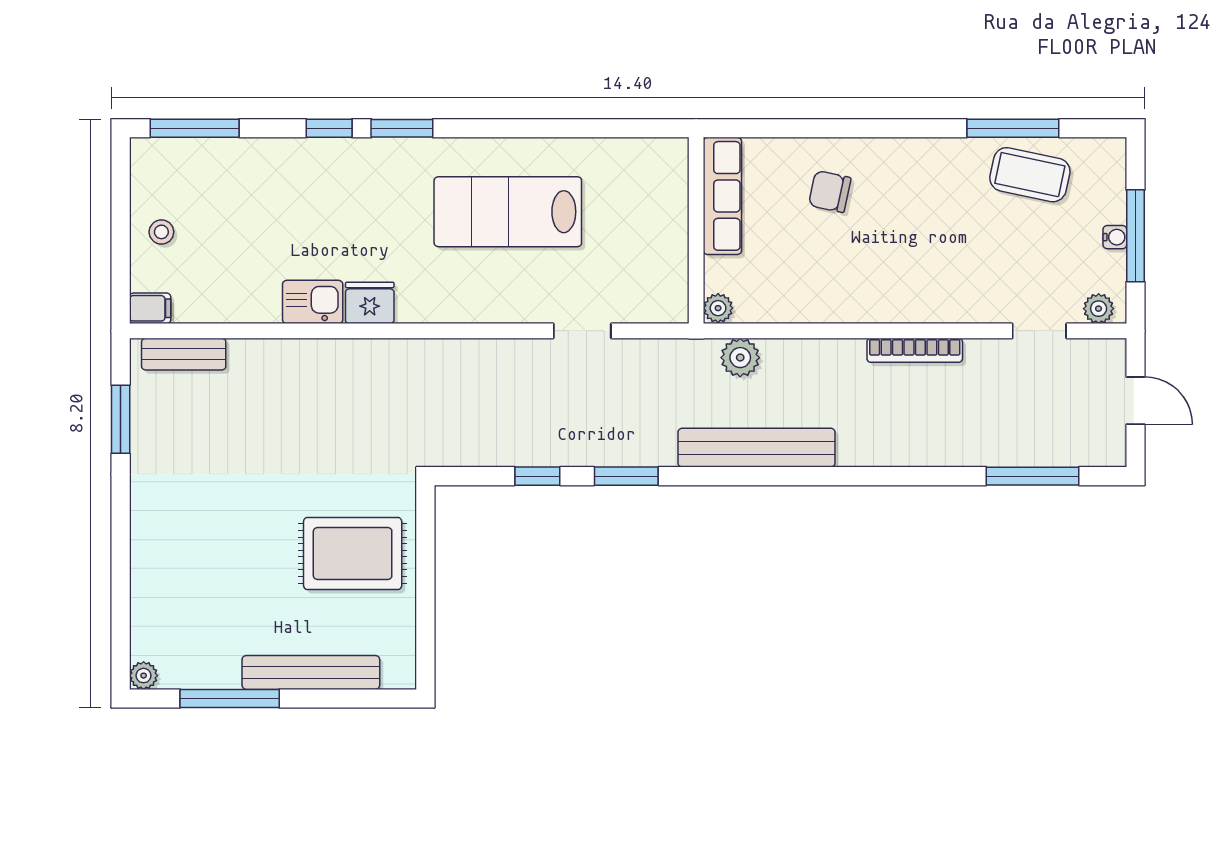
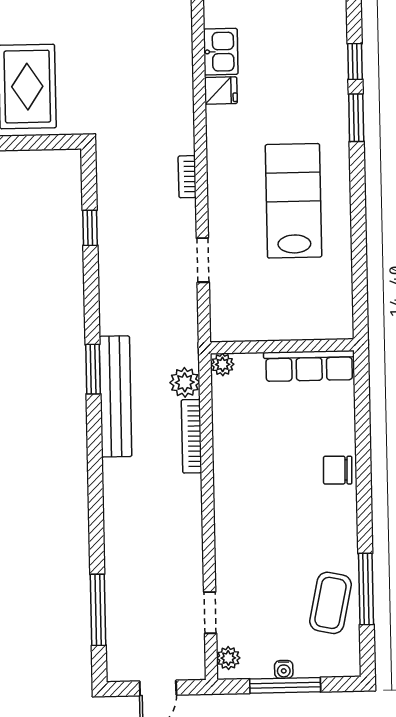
chair: (830, 192) -> (338, 470), moved, turned -101
fridge: (370, 303) -> (221, 90), width x0.72
bookcase: (474, 349) -> (187, 177), added
bookcase: (915, 350) -> (191, 436), moved
window: (626, 476) -> (93, 369), moved

